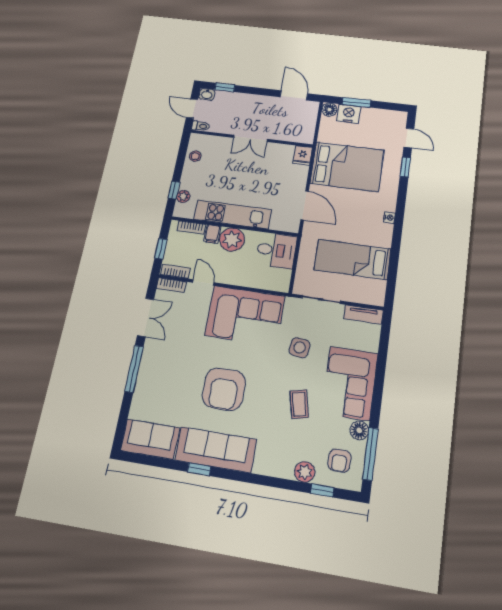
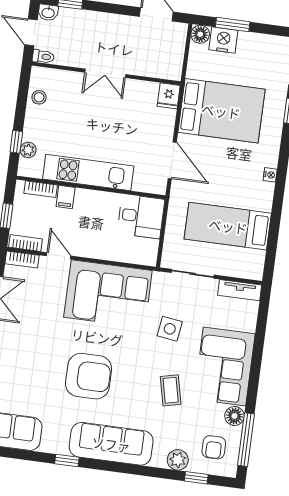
plant: (232, 239) -> (89, 204), removed
armchair: (224, 389) -> (89, 376), turned -90
sofa: (216, 450) -> (111, 444), moved

